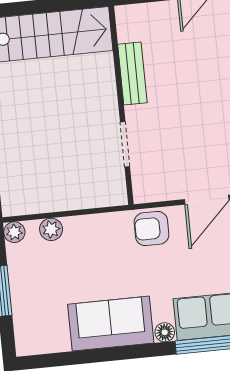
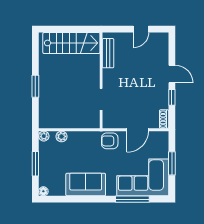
bench: (132, 74) -> (108, 53), moved
floor lamp: (165, 332) -> (43, 191), moved

